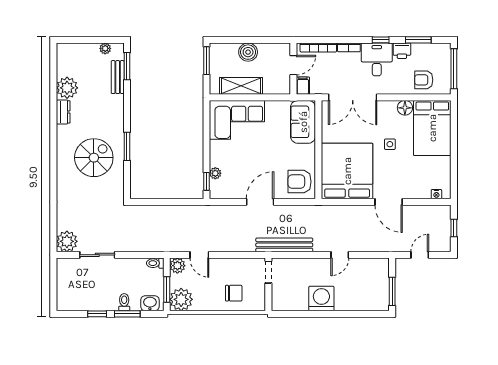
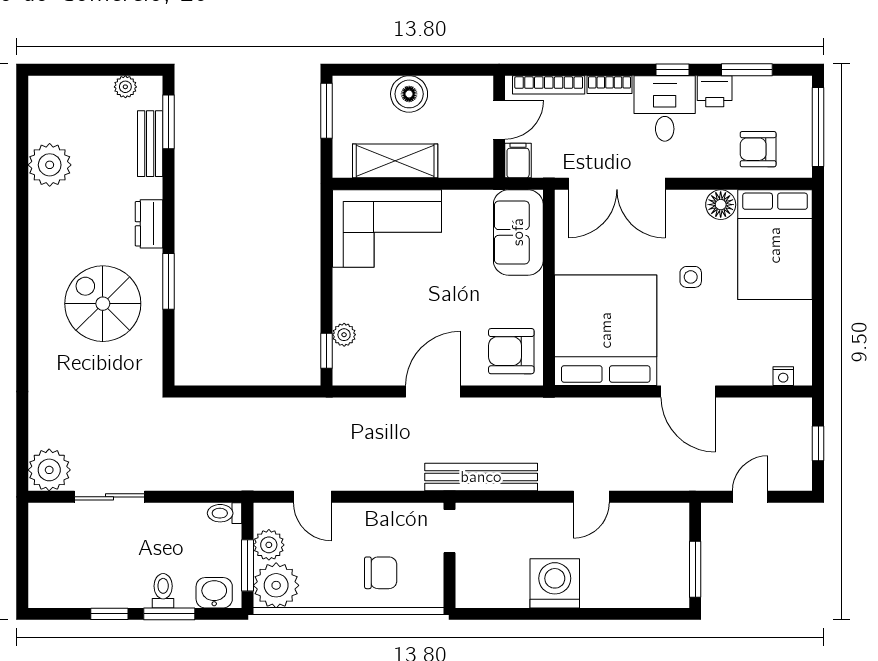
dresser: (63, 112) -> (149, 224), moved, turned 180
spiral stairs: (94, 158) -> (103, 304), turned -90
plant: (177, 266) -> (269, 545), moved

